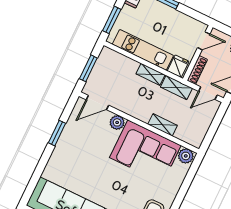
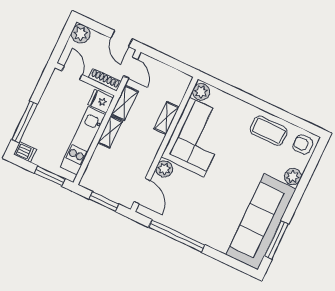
window: (57, 133) -> (177, 236), width x2.11

